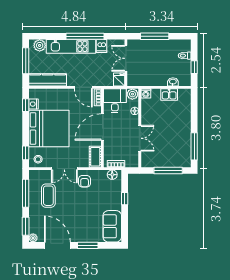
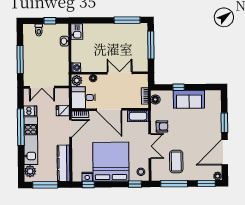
fridge: (119, 80) -> (63, 111), moved
kitchen sink: (169, 95) -> (77, 32), moved
coffee table: (48, 196) -> (176, 161), turned 90
sofa: (112, 226) -> (189, 99), moved

